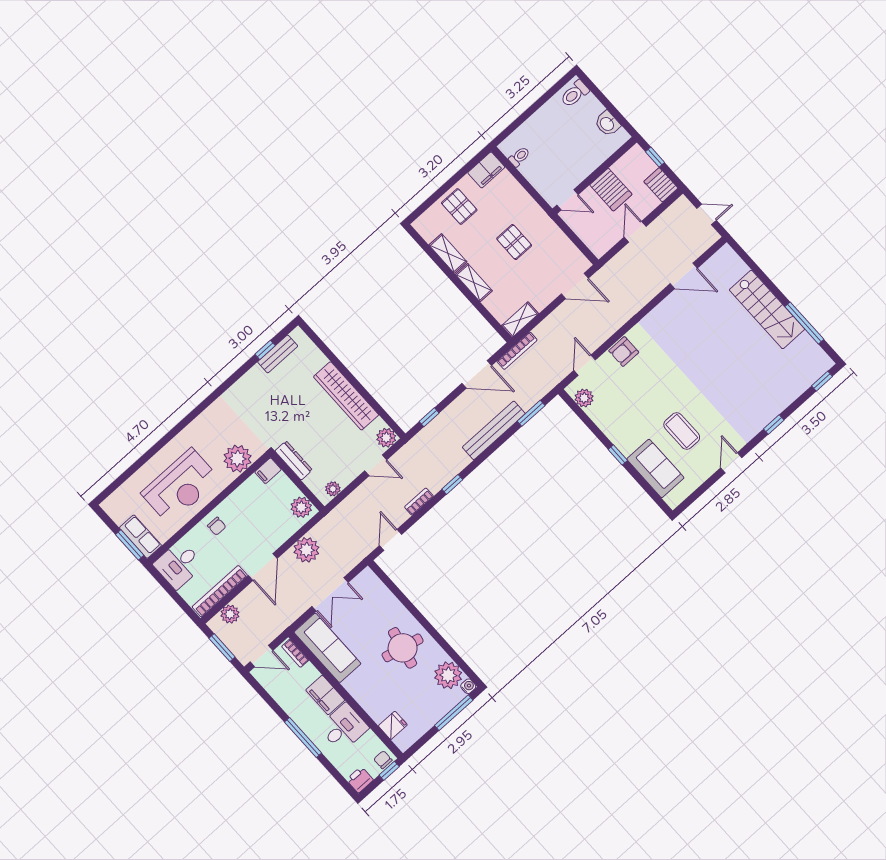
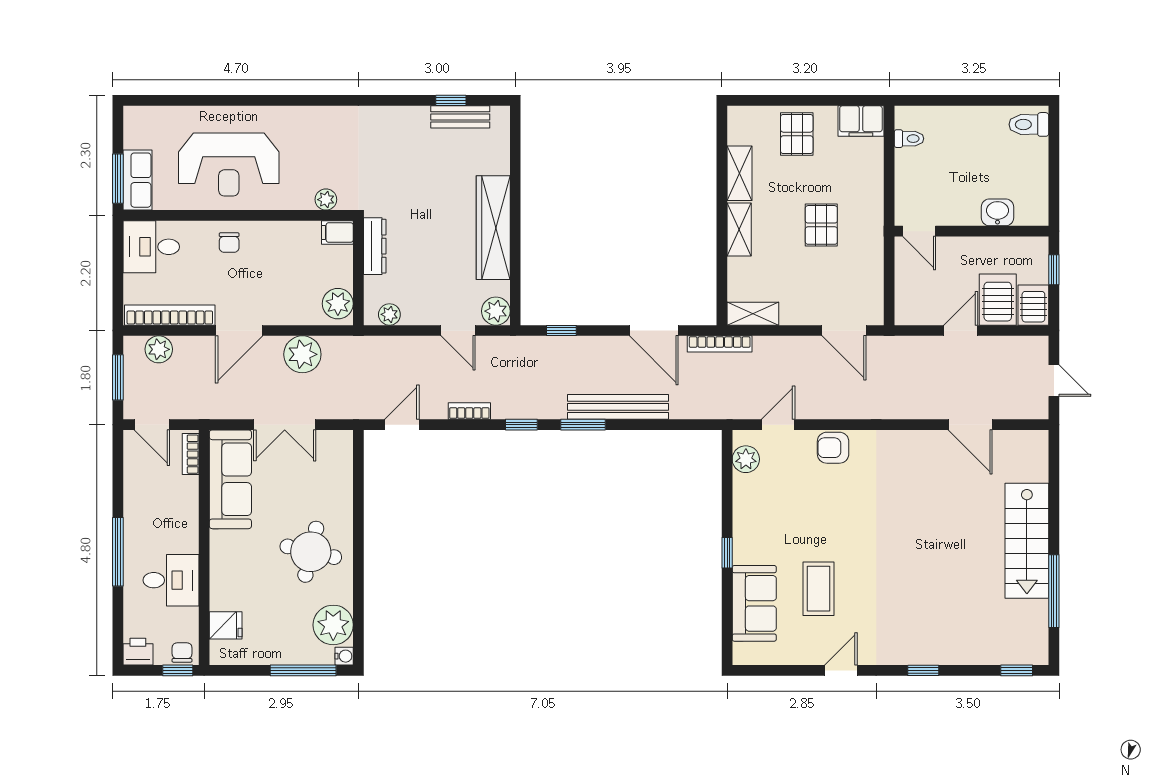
washbasin: (607, 124) -> (997, 212), moved, turned 90
server rack: (611, 190) -> (998, 300), moved, turned 180
window: (531, 413) -> (583, 425), moved
plant: (237, 459) -> (326, 200), width x0.53, depth x0.53
filing cabinet: (325, 695) -> (183, 528), removed

